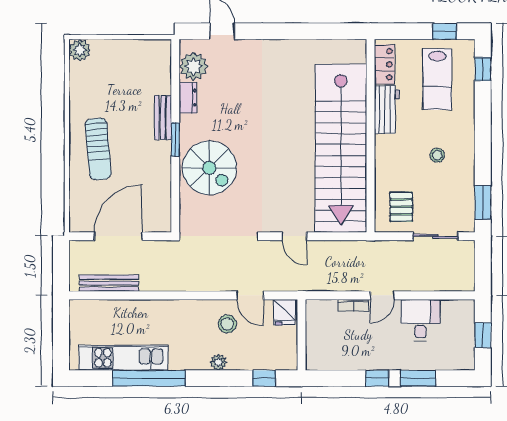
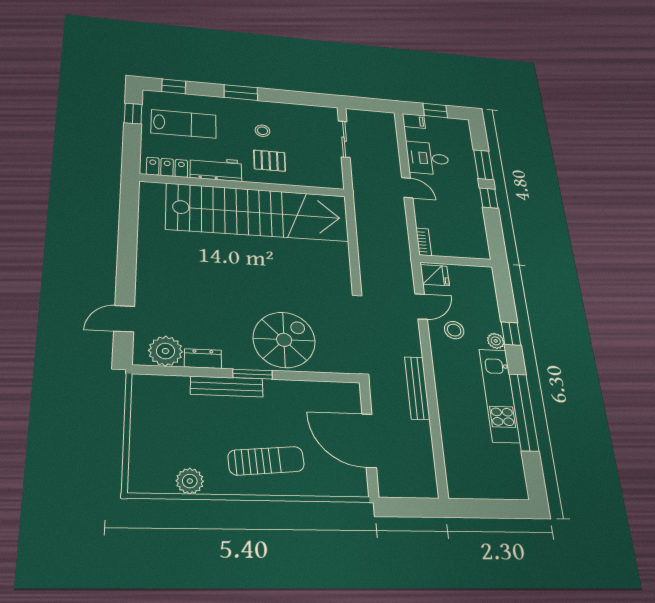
plant: (80, 50) -> (190, 481), moved
bench: (163, 118) -> (227, 386), width x1.36
window: (483, 203) -> (241, 93), moved
pallet: (401, 207) -> (270, 161), moved
door: (294, 236) -> (354, 261), removed
bench: (109, 283) -> (417, 388), moved
bookcase: (353, 305) -> (424, 242), moved
filing cabinet: (466, 311) -> (414, 121), added
kitchen unit: (123, 358) -> (499, 395), moved
window: (264, 378) -> (511, 334), moved

